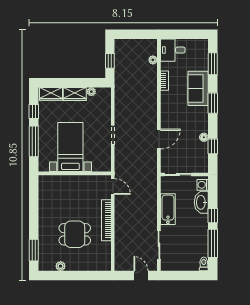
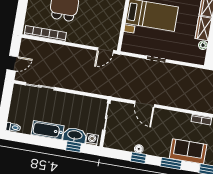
window: (213, 146) -> (138, 158), moved
bathtub: (168, 209) -> (48, 130), moved, turned 180
window: (213, 216) -> (73, 147), moved
bookcase: (106, 220) -> (45, 34), moved
window: (213, 243) -> (32, 140), removed

